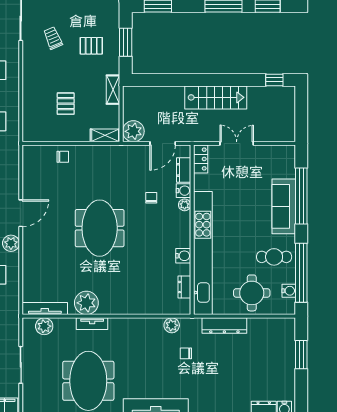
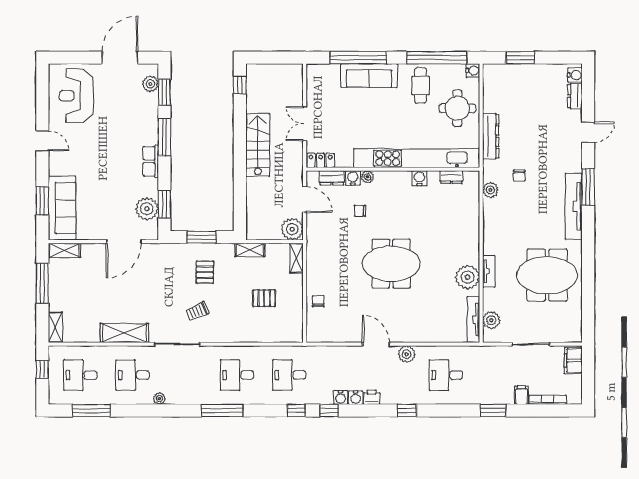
water cooler: (289, 291) -> (473, 70), moved, turned 90

